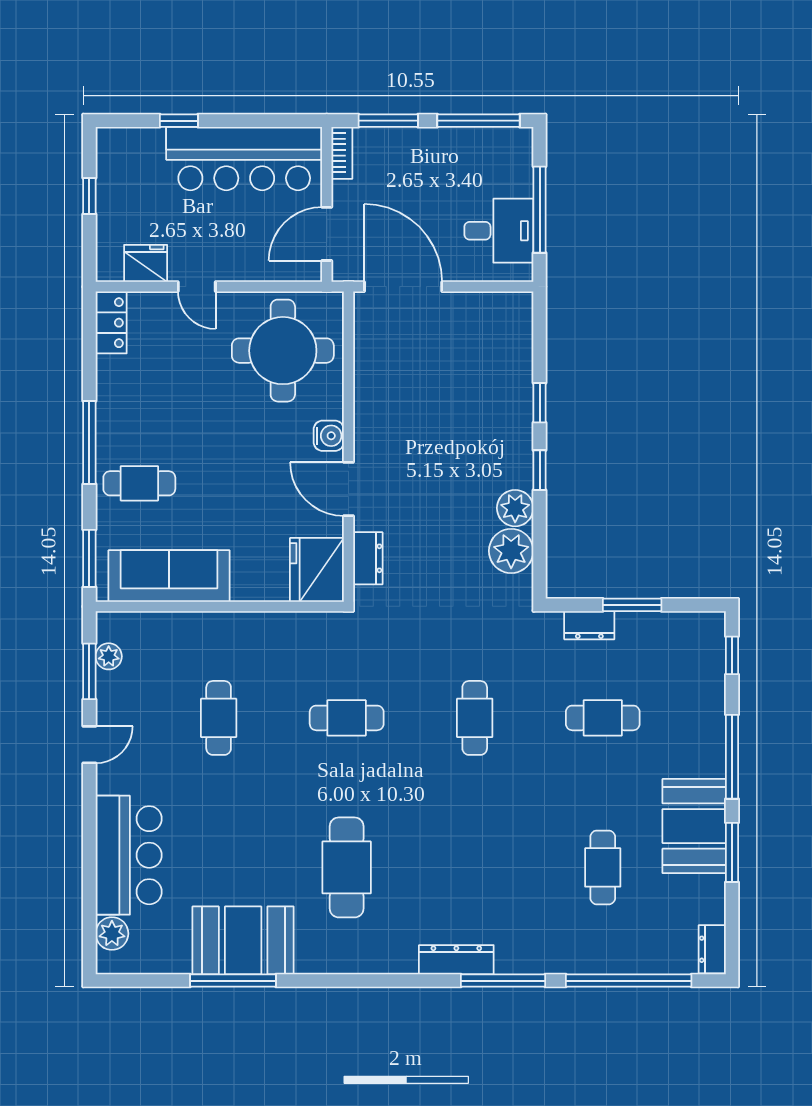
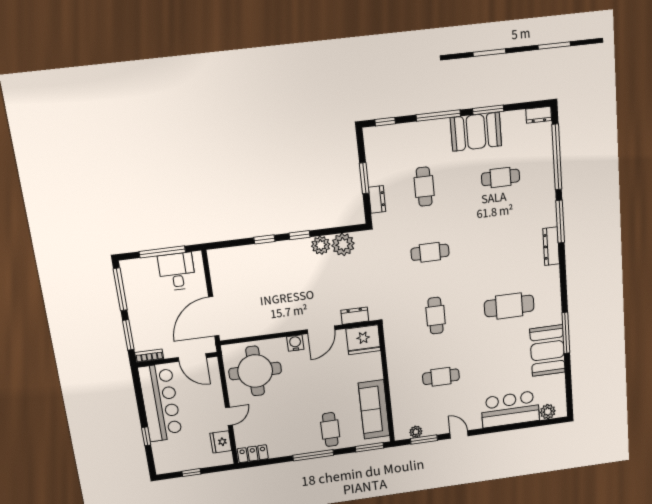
window: (233, 981) -> (566, 333), moved

